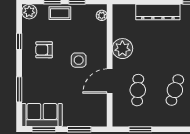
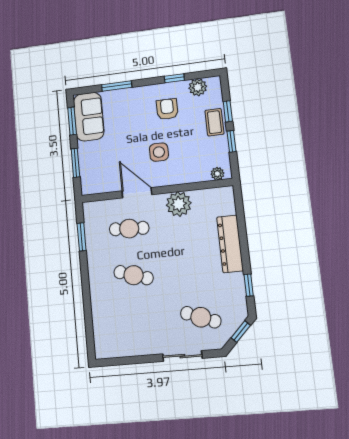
plant: (29, 12) -> (198, 87), moved

